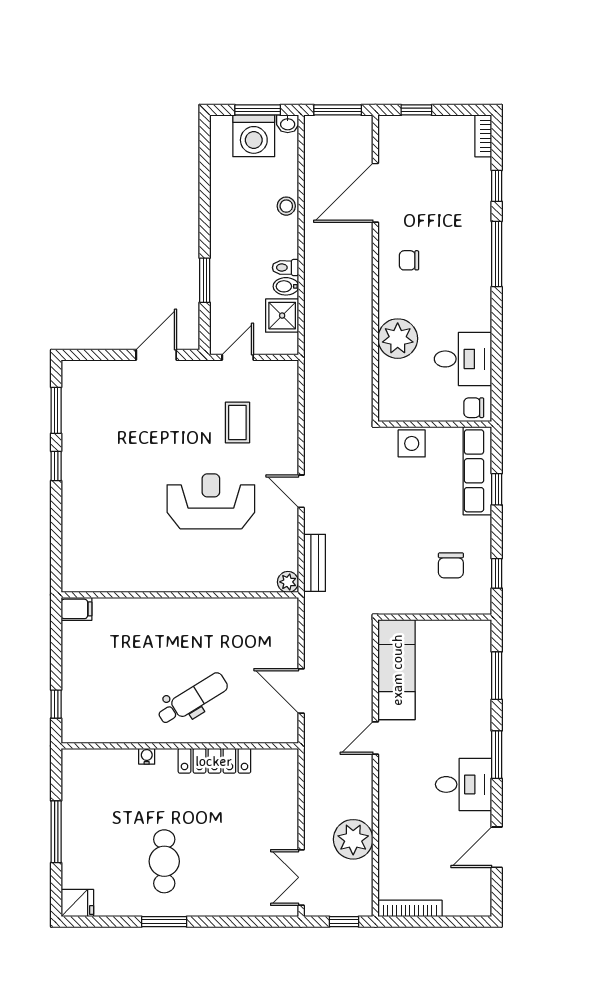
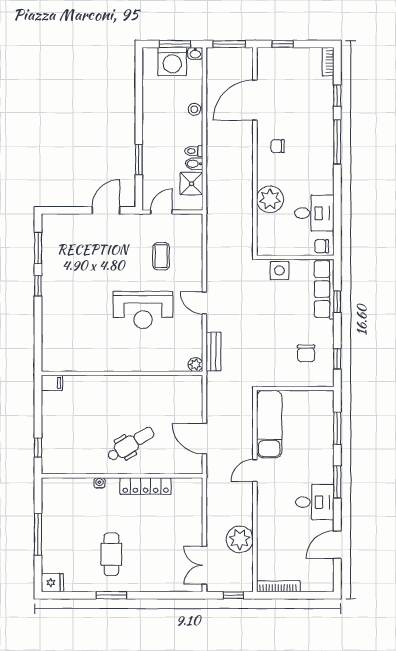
reception desk: (211, 501) -> (143, 310), turned 180

